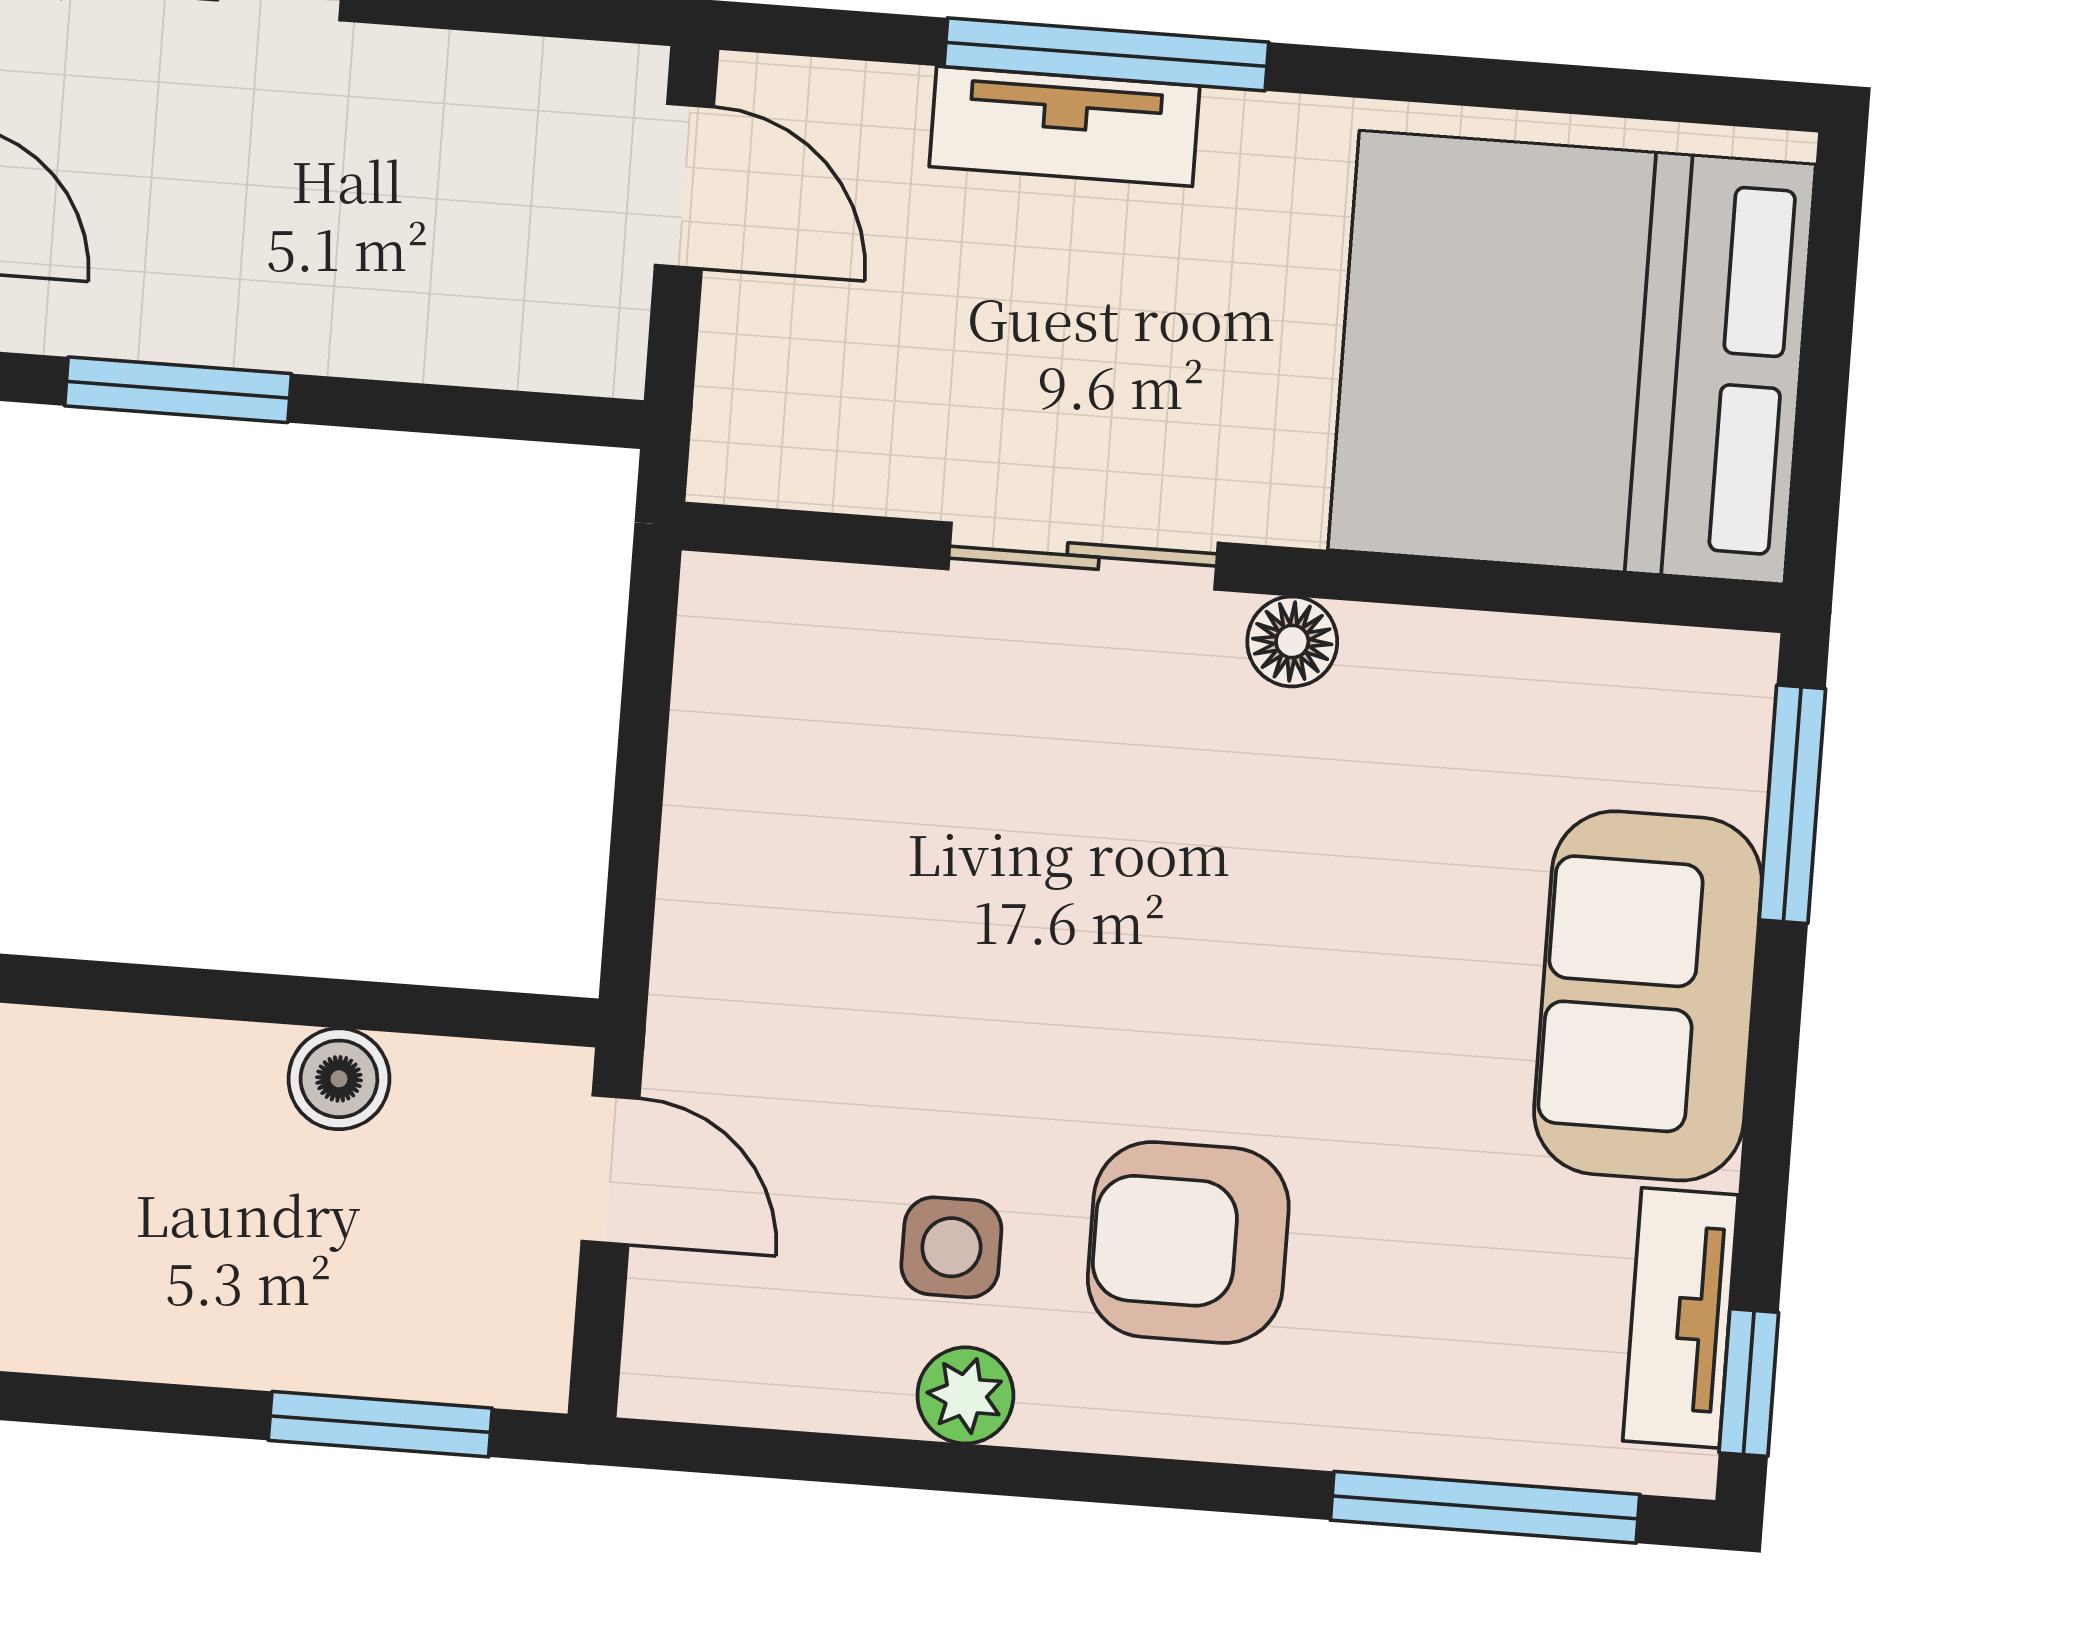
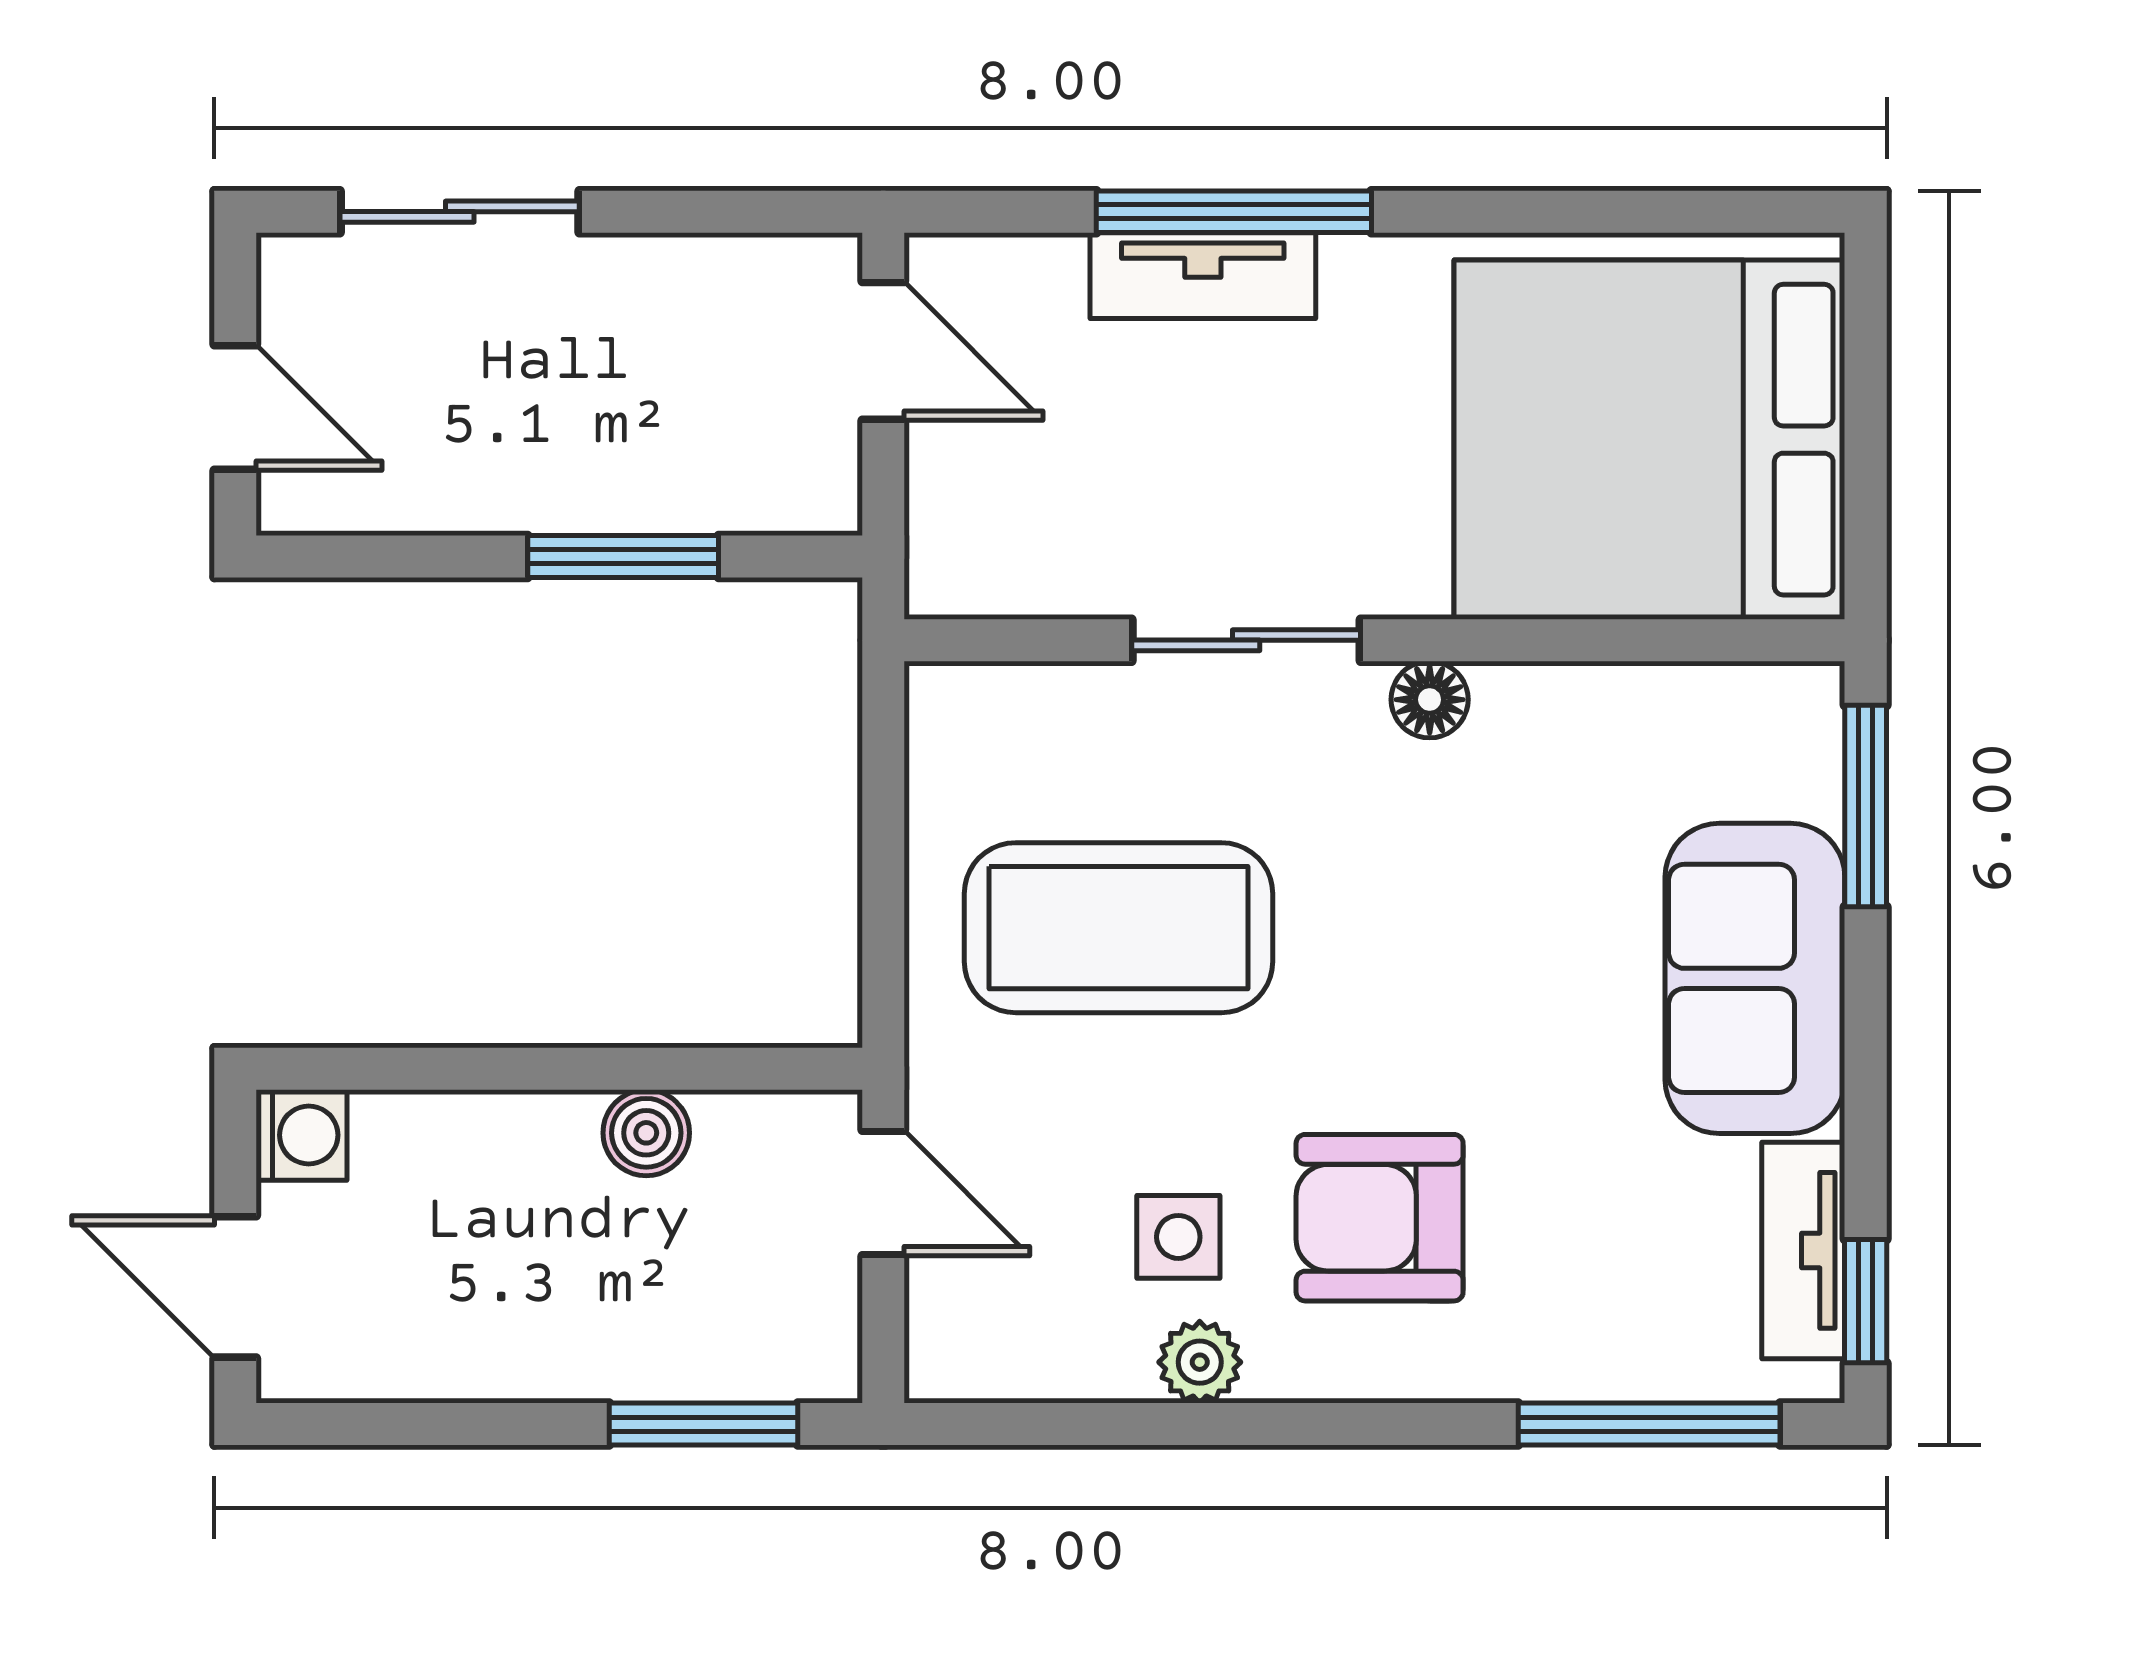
window: (178, 390) -> (623, 557), moved
coffee table: (909, 881) -> (1119, 928), added

